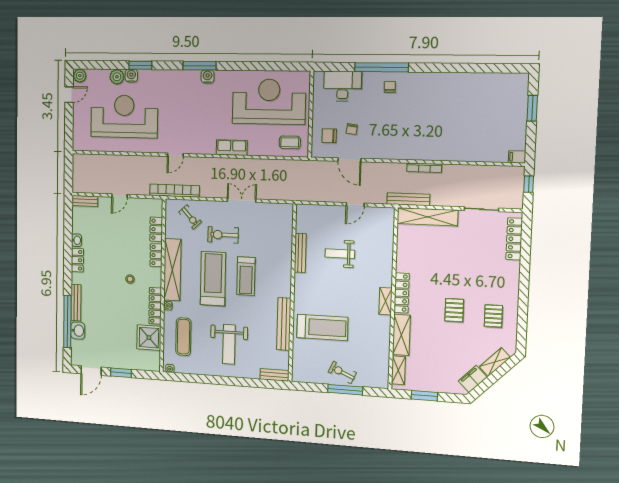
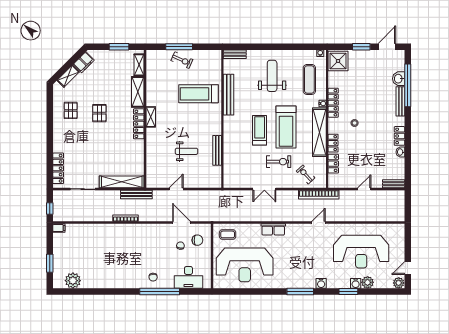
water cooler: (207, 77) -> (321, 283), moved
plant: (501, 84) -> (73, 281), added
shower: (149, 338) -> (338, 61), moved

